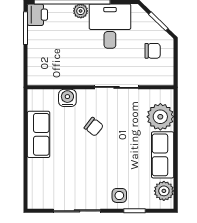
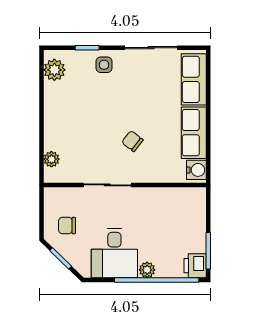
water cooler: (67, 98) -> (196, 170), moved, turned -90
plant: (160, 117) -> (51, 159), width x0.53, depth x0.53
row of seats: (163, 155) -> (194, 79), moved, turned 180

